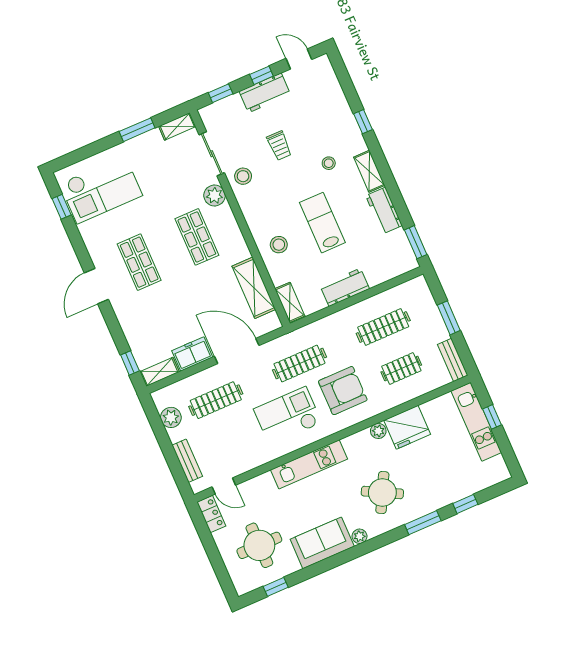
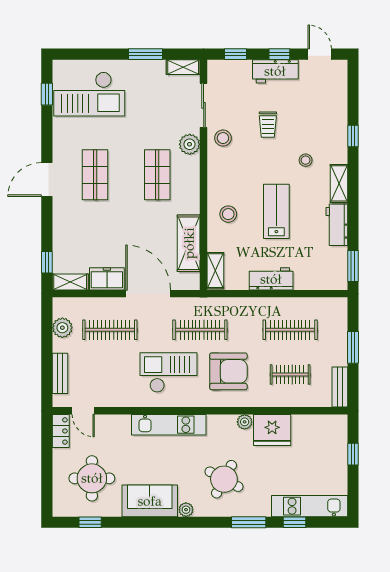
kitchen unit: (476, 422) -> (310, 506), moved, turned 90

